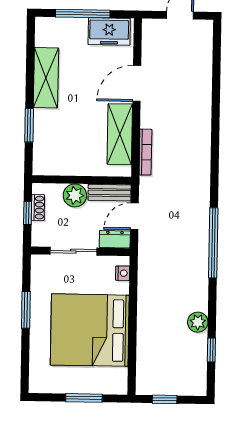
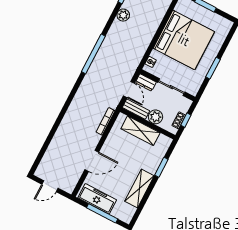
freezer: (109, 32) -> (97, 199), width x1.40
shelving: (120, 134) -> (140, 131), moved, turned 90
door: (134, 216) -> (129, 90), hinge flipped

